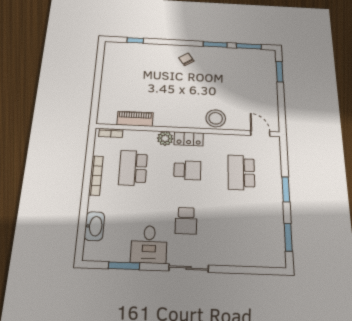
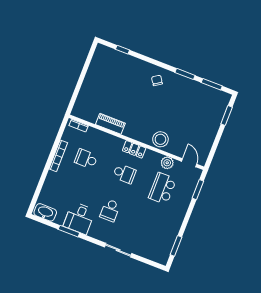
piano: (135, 119) -> (110, 124), moved
plant: (165, 138) -> (167, 163), moved
school desk: (133, 168) -> (86, 159), width x0.54
window: (286, 189) -> (198, 190), moved
washbasin: (94, 226) -> (45, 212), moved, turned -90
window: (124, 266) -> (69, 231), moved
sliding door: (189, 268) -> (118, 250), moved

